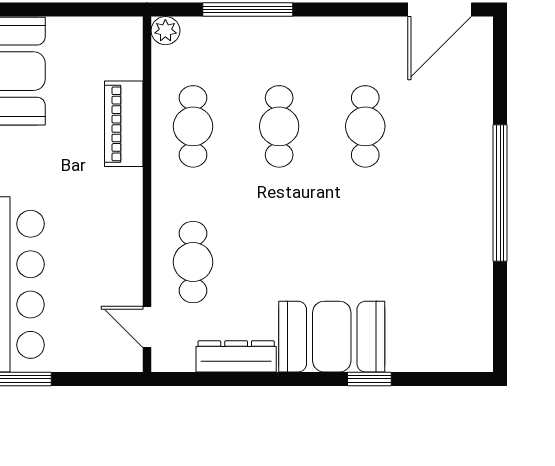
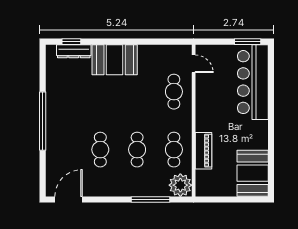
plant: (165, 31) -> (180, 185), width x1.88, depth x1.88
dresser: (236, 356) -> (74, 51), moved
window: (369, 379) -> (71, 42), moved

